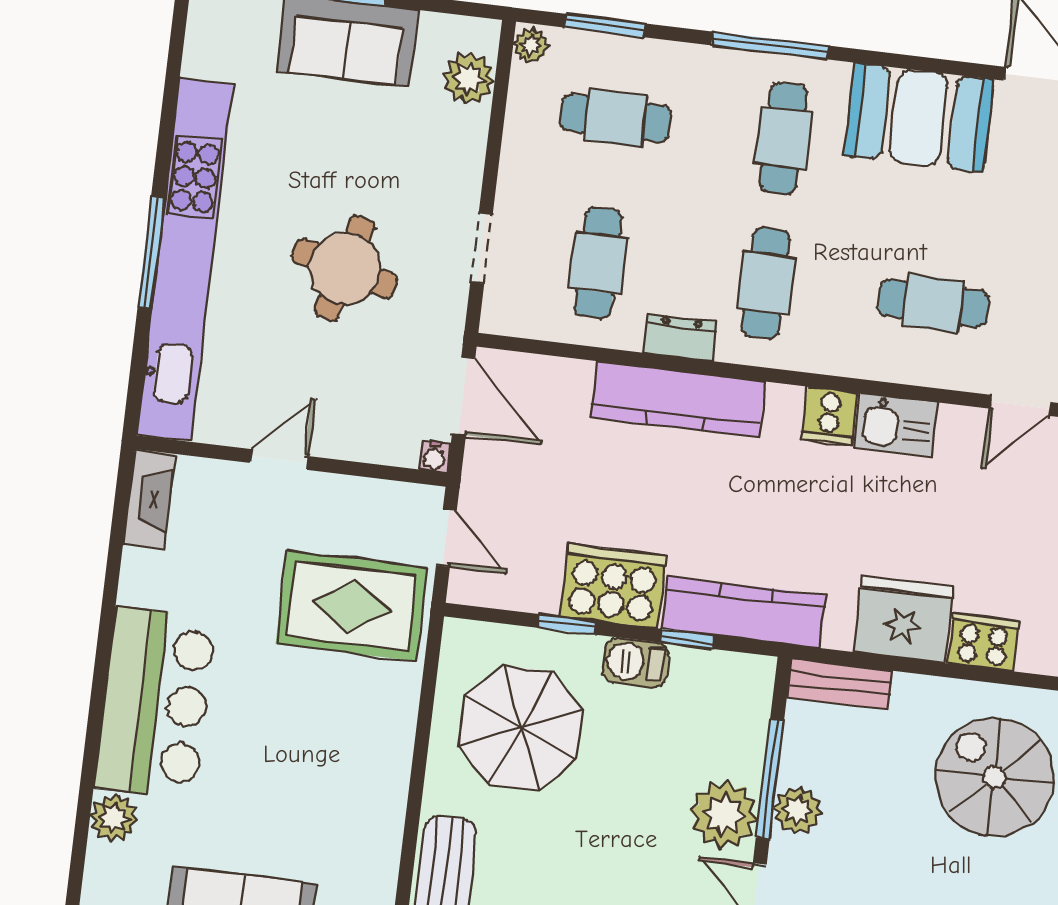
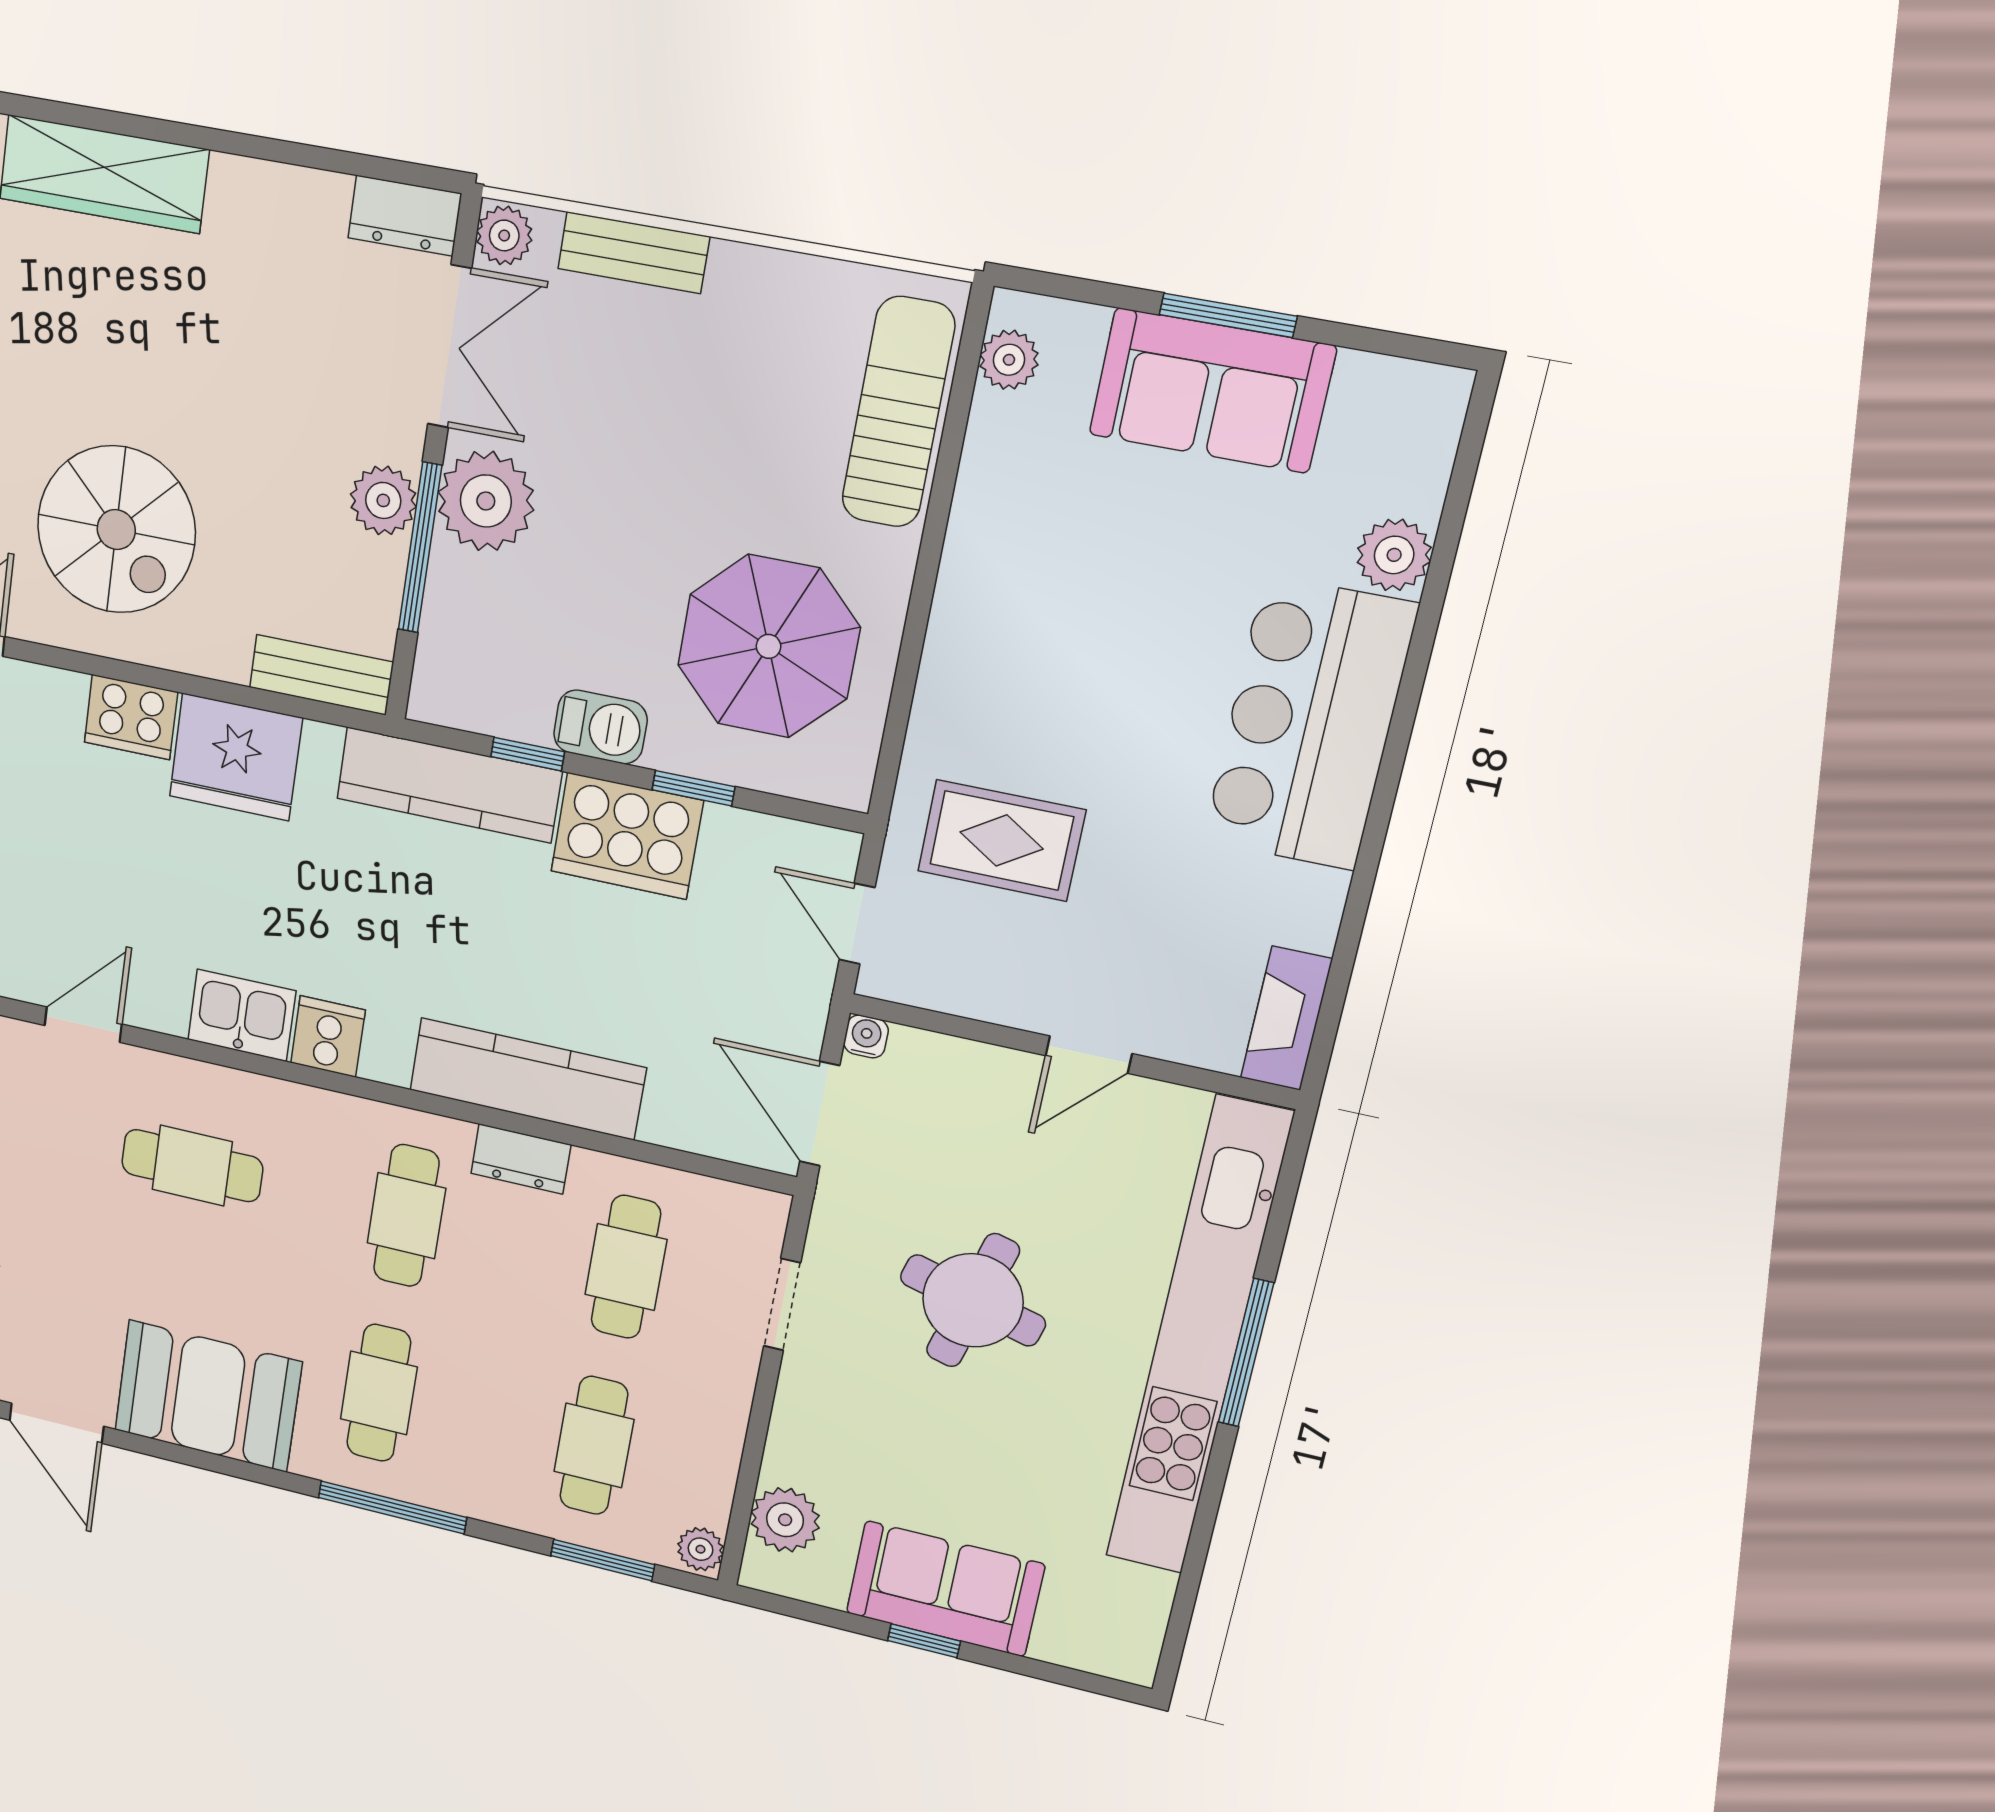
cafe table: (616, 118) -> (594, 1446), turned 90
rug: (351, 606) -> (1002, 840), width x0.73, depth x0.70

